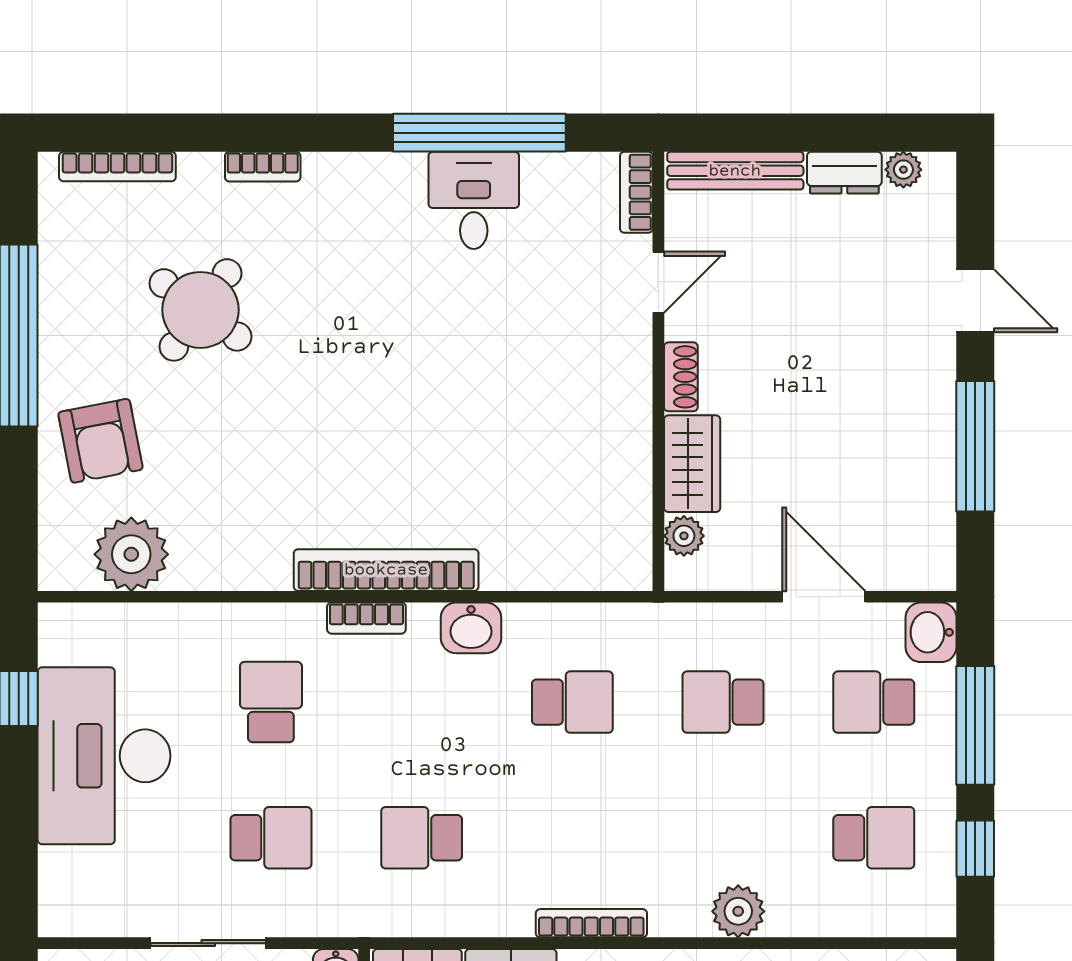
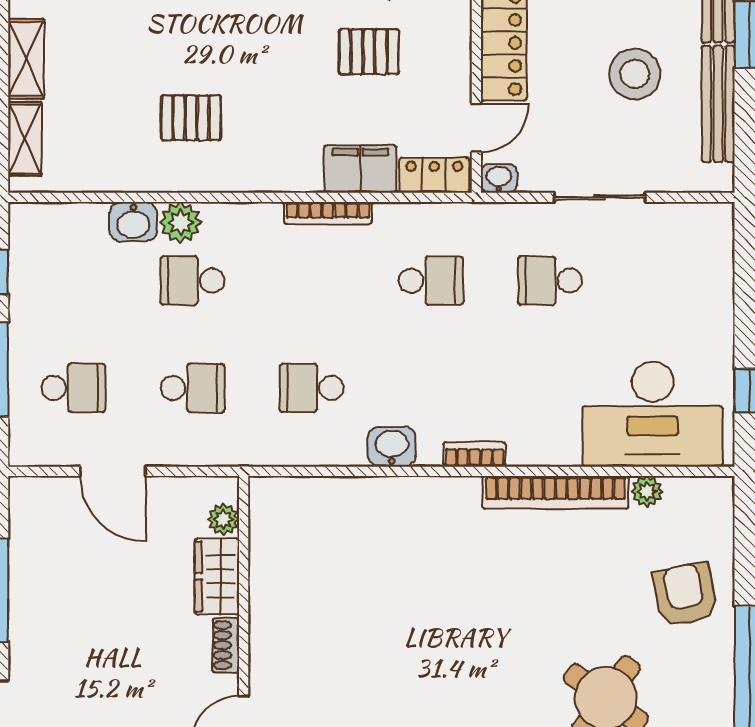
plant: (131, 554) -> (647, 491), width x0.53, depth x0.53
bookcase: (386, 570) -> (555, 492), moved
washbasin: (931, 632) -> (133, 222), moved, turned 90
school desk: (271, 702) -> (550, 388), removed
desk: (104, 756) -> (653, 414), moved, turned 90
school desk: (874, 838) -> (193, 281), moved
bookcase: (591, 923) -> (328, 213), moved

